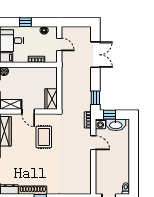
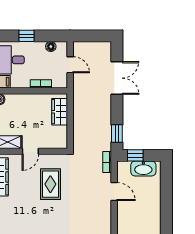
wardrobe: (51, 99) -> (60, 112), moved
door: (28, 111) -> (30, 151), hinge flipped
washing machine: (100, 124) -> (123, 167), removed

